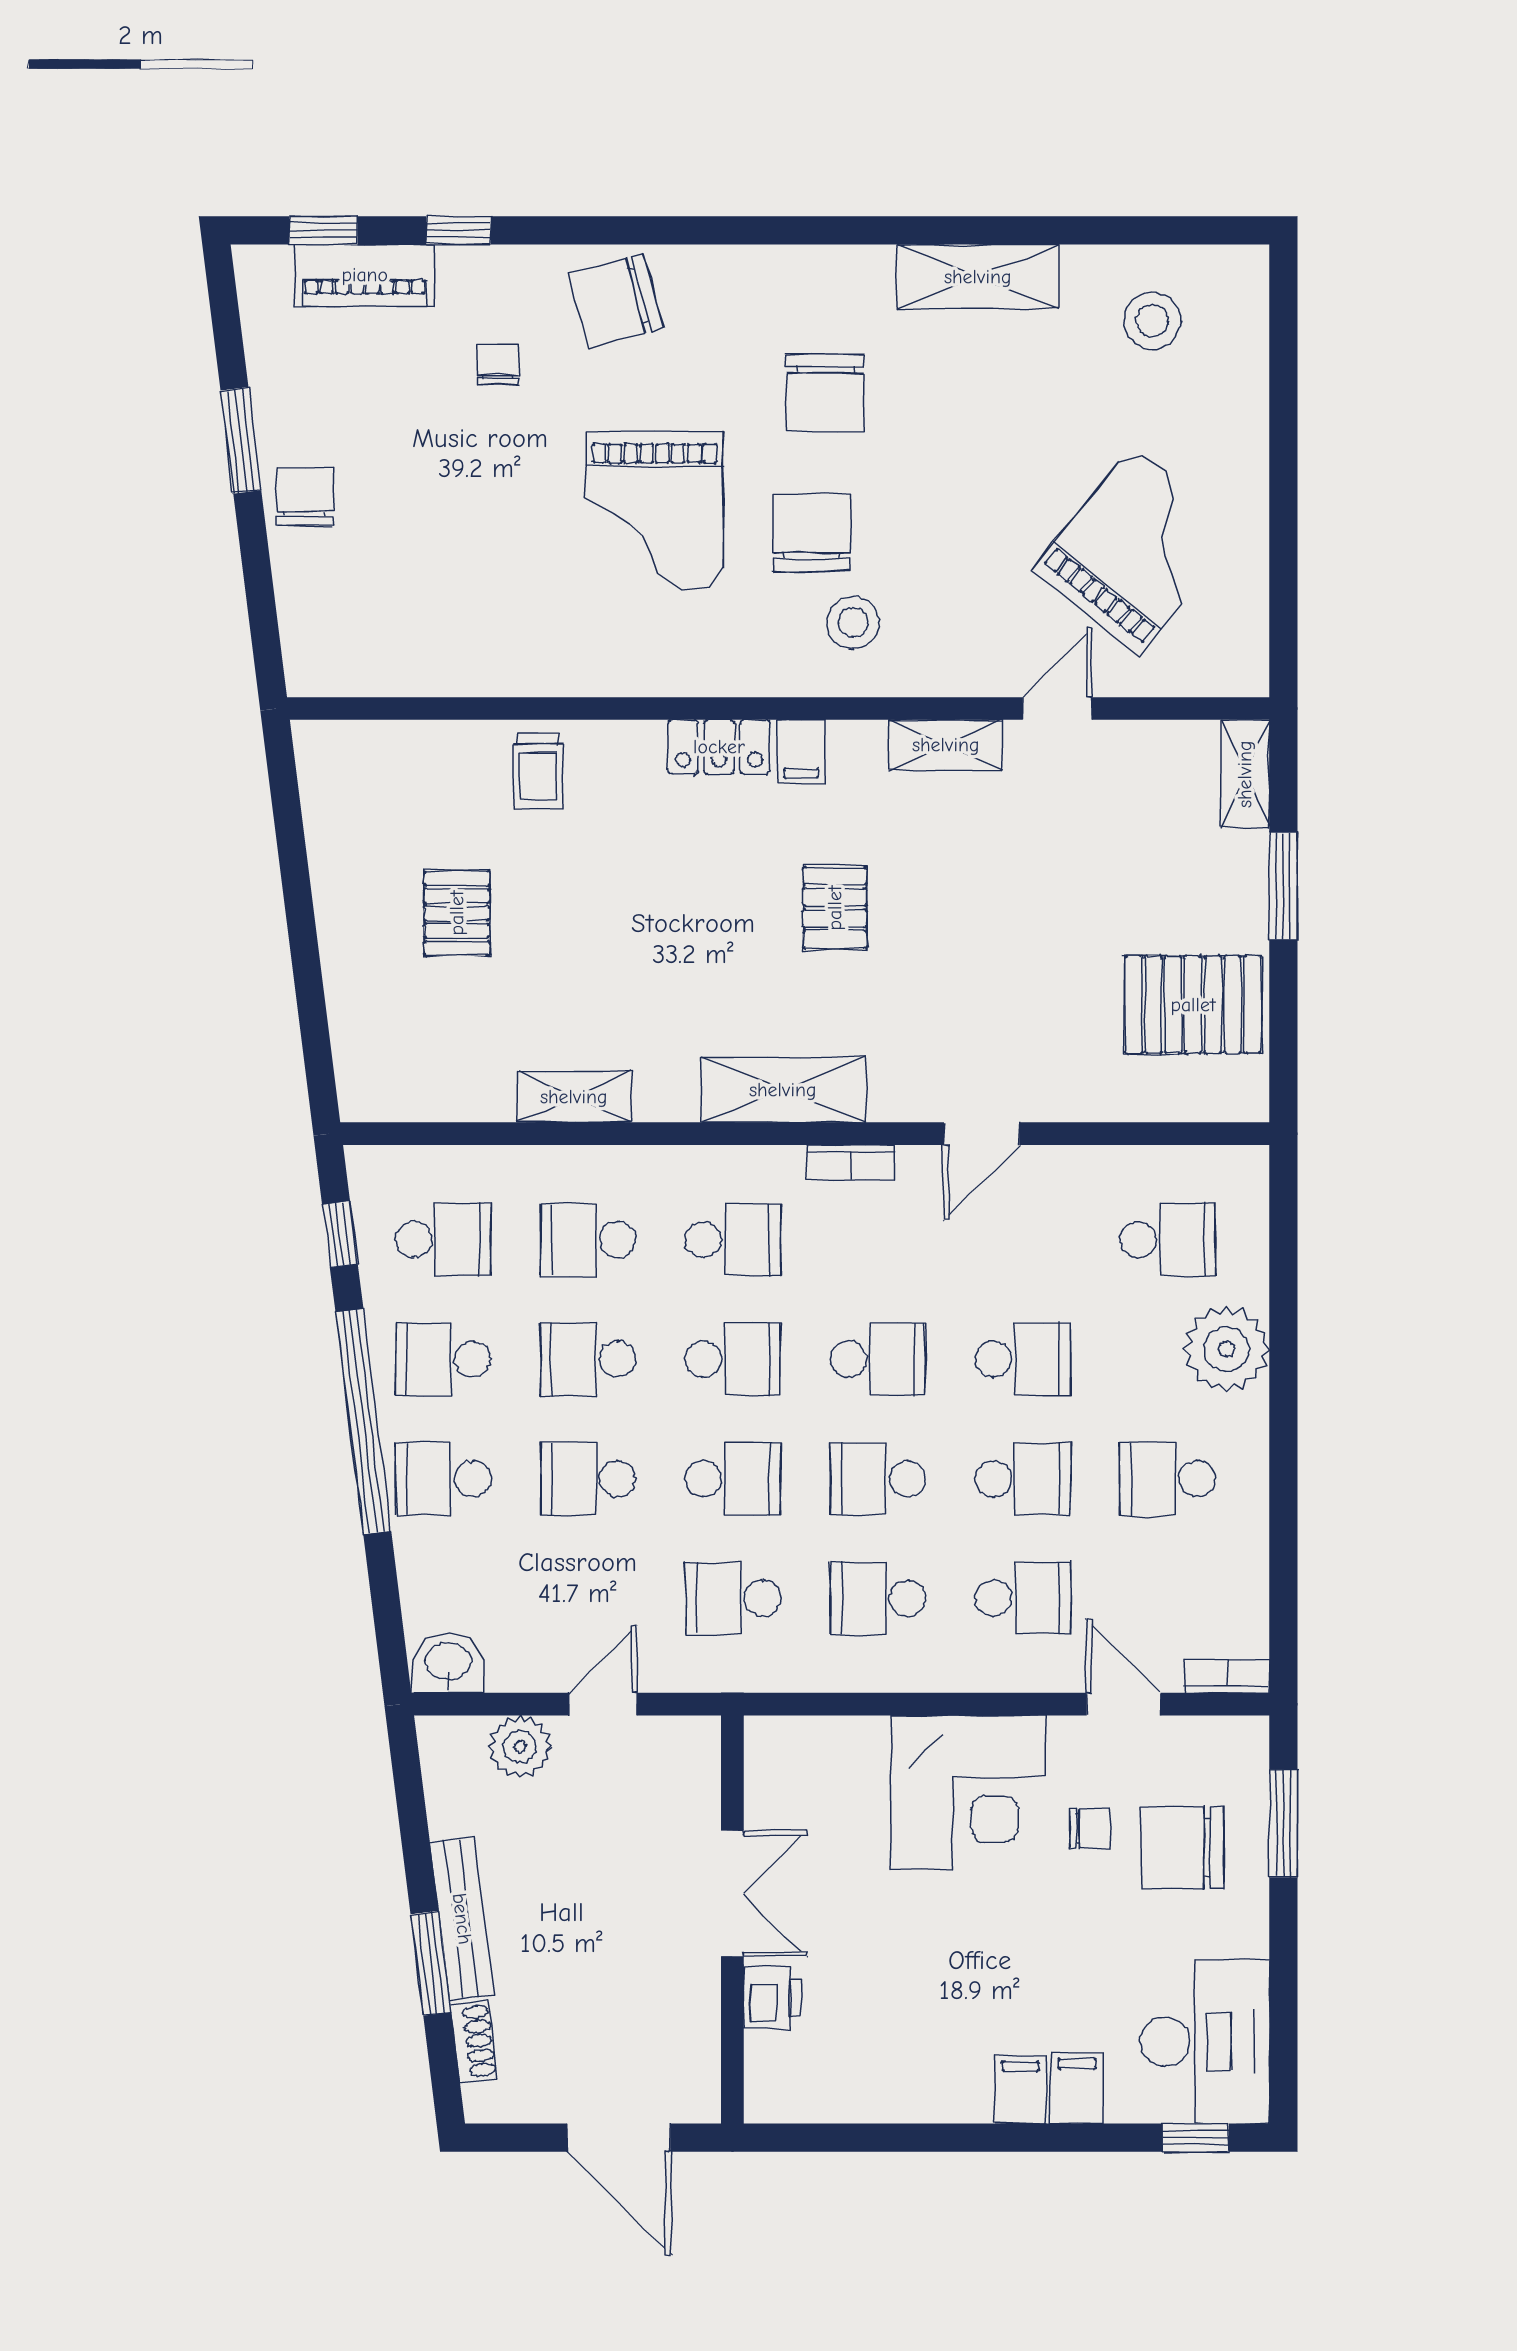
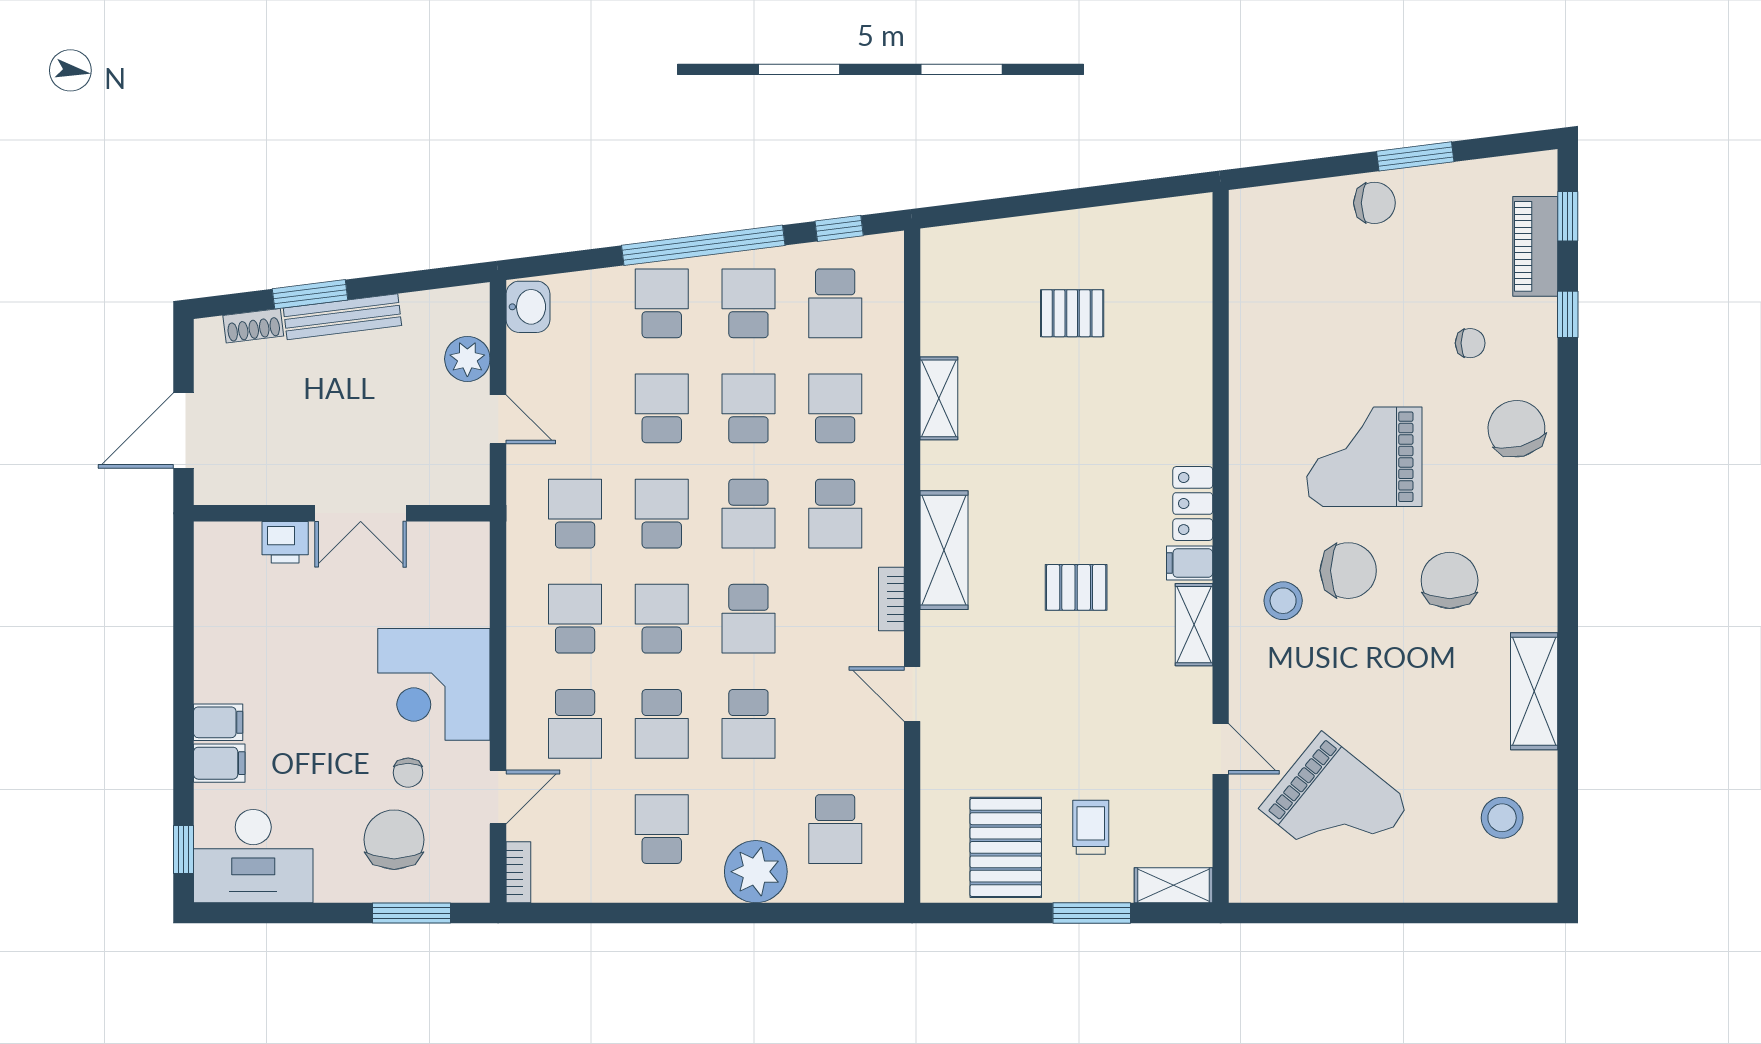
chair: (825, 393) -> (1450, 580), turned 90
shelving: (946, 745) -> (1194, 625), moved
trolley: (538, 771) -> (1091, 827), moved, turned 90
school desk: (733, 1479) -> (662, 514), turned 180

